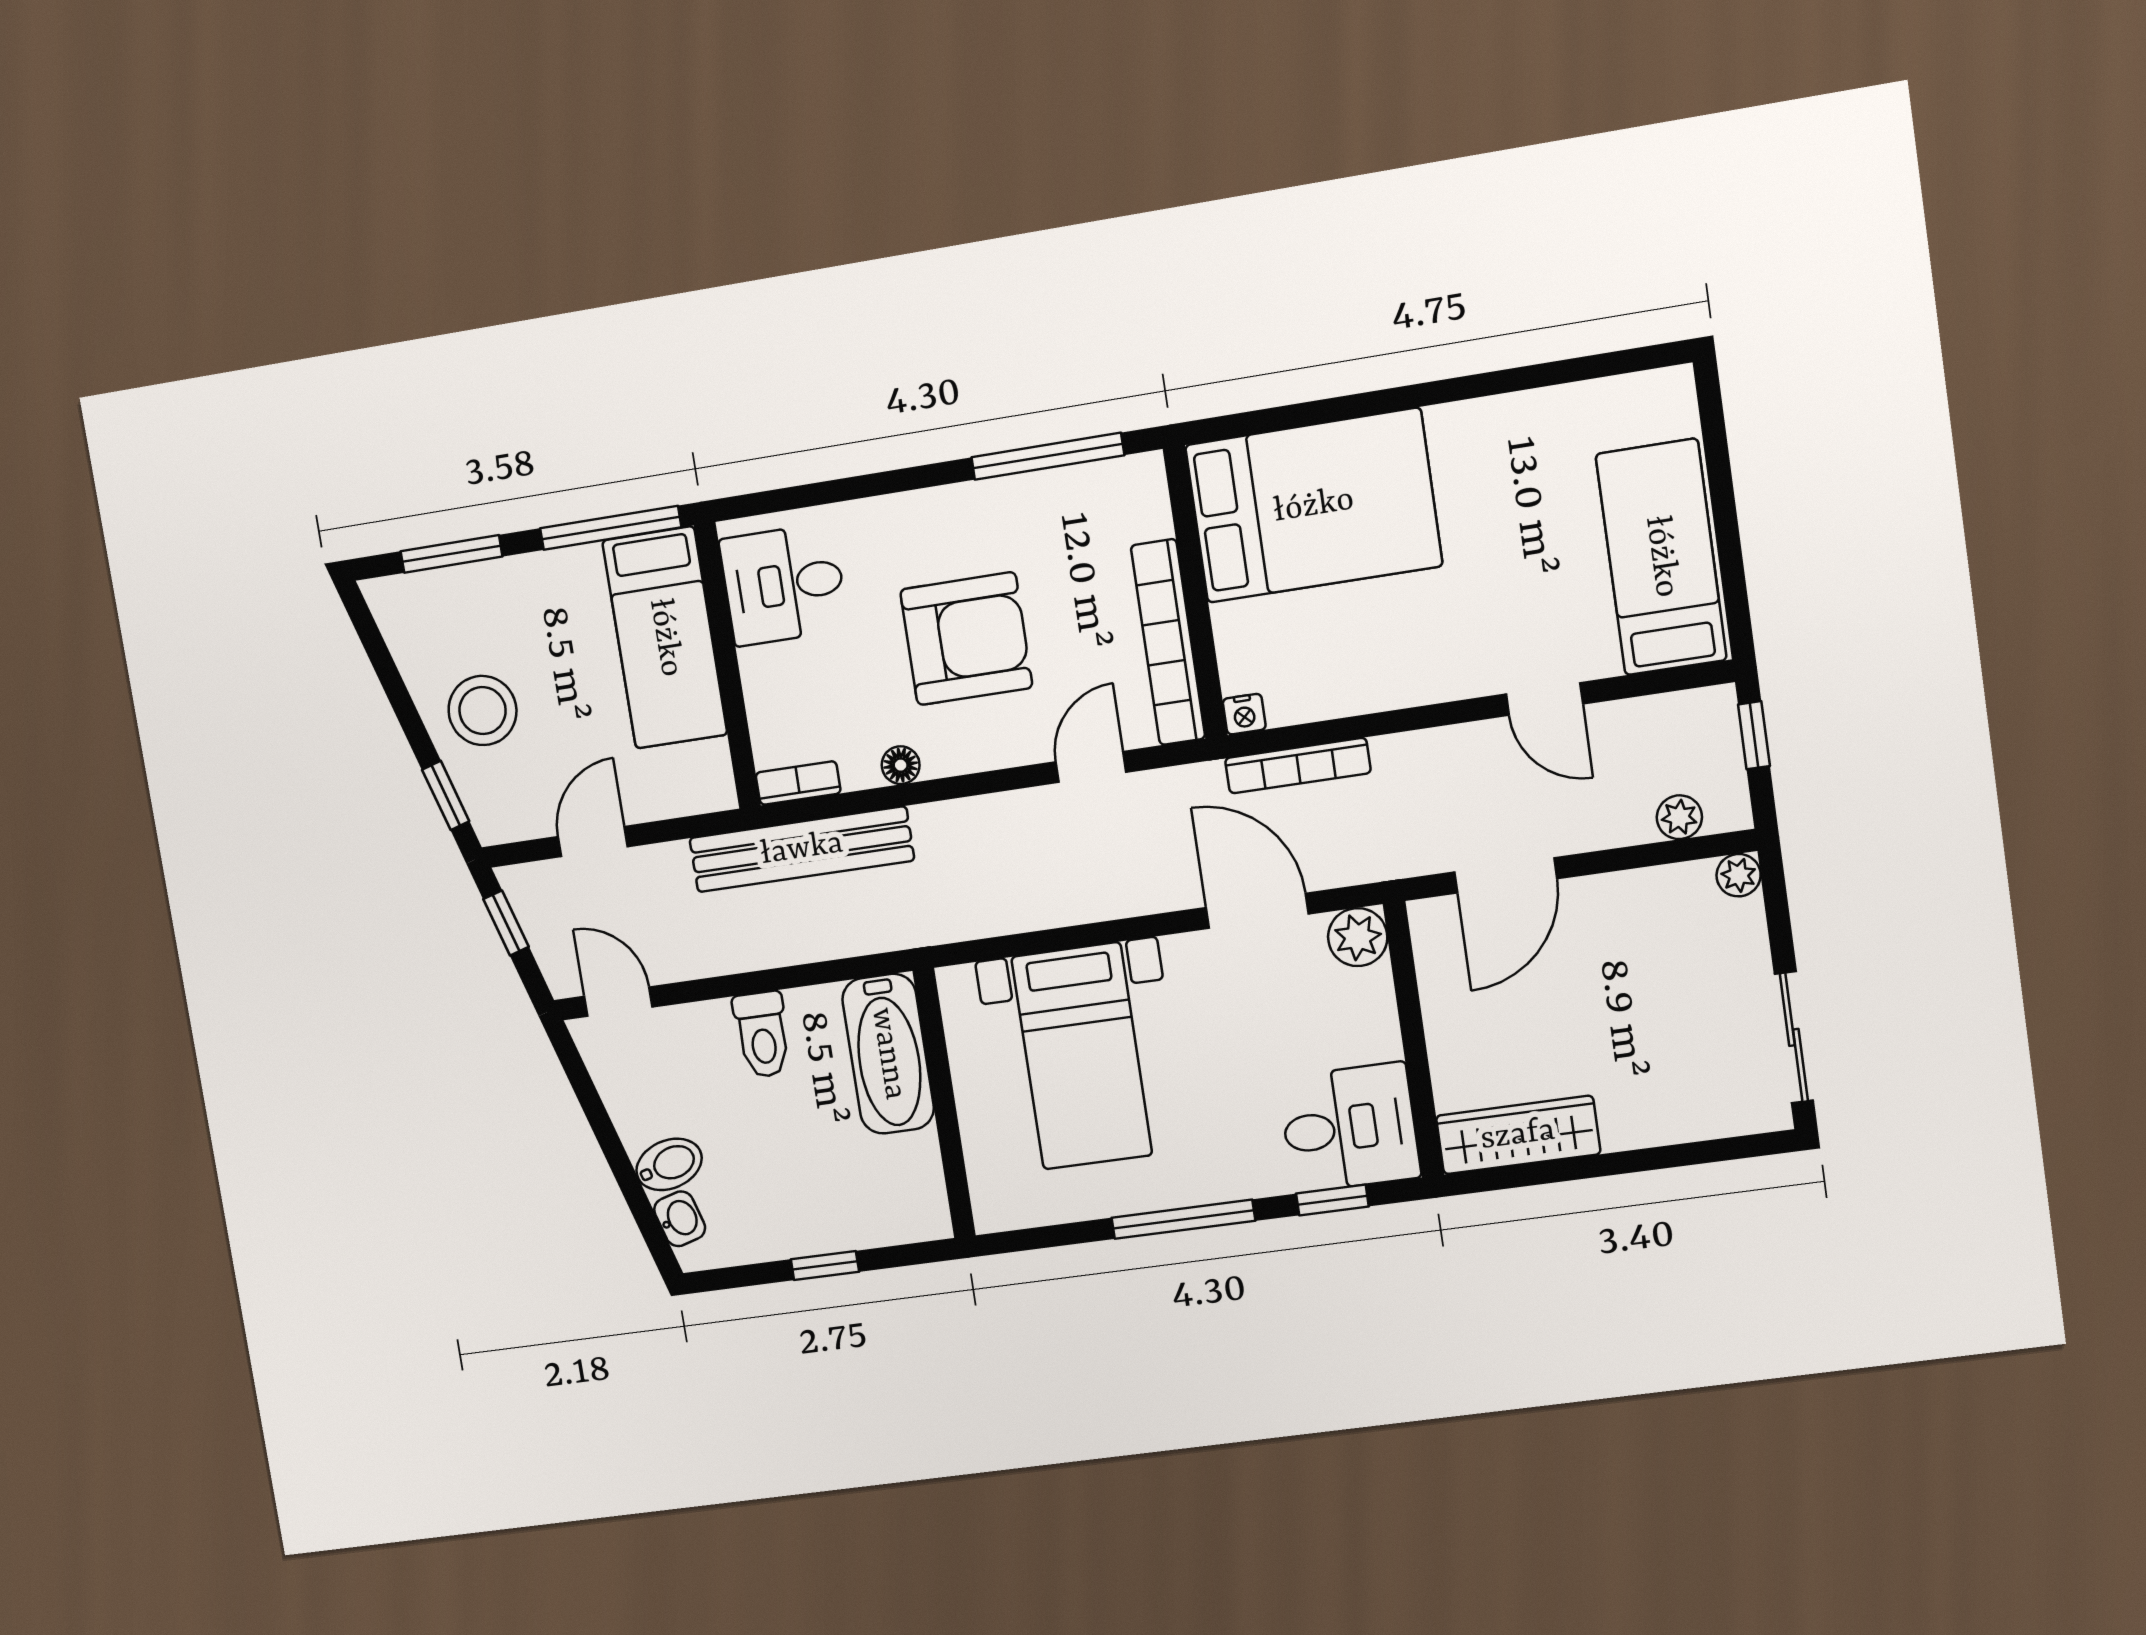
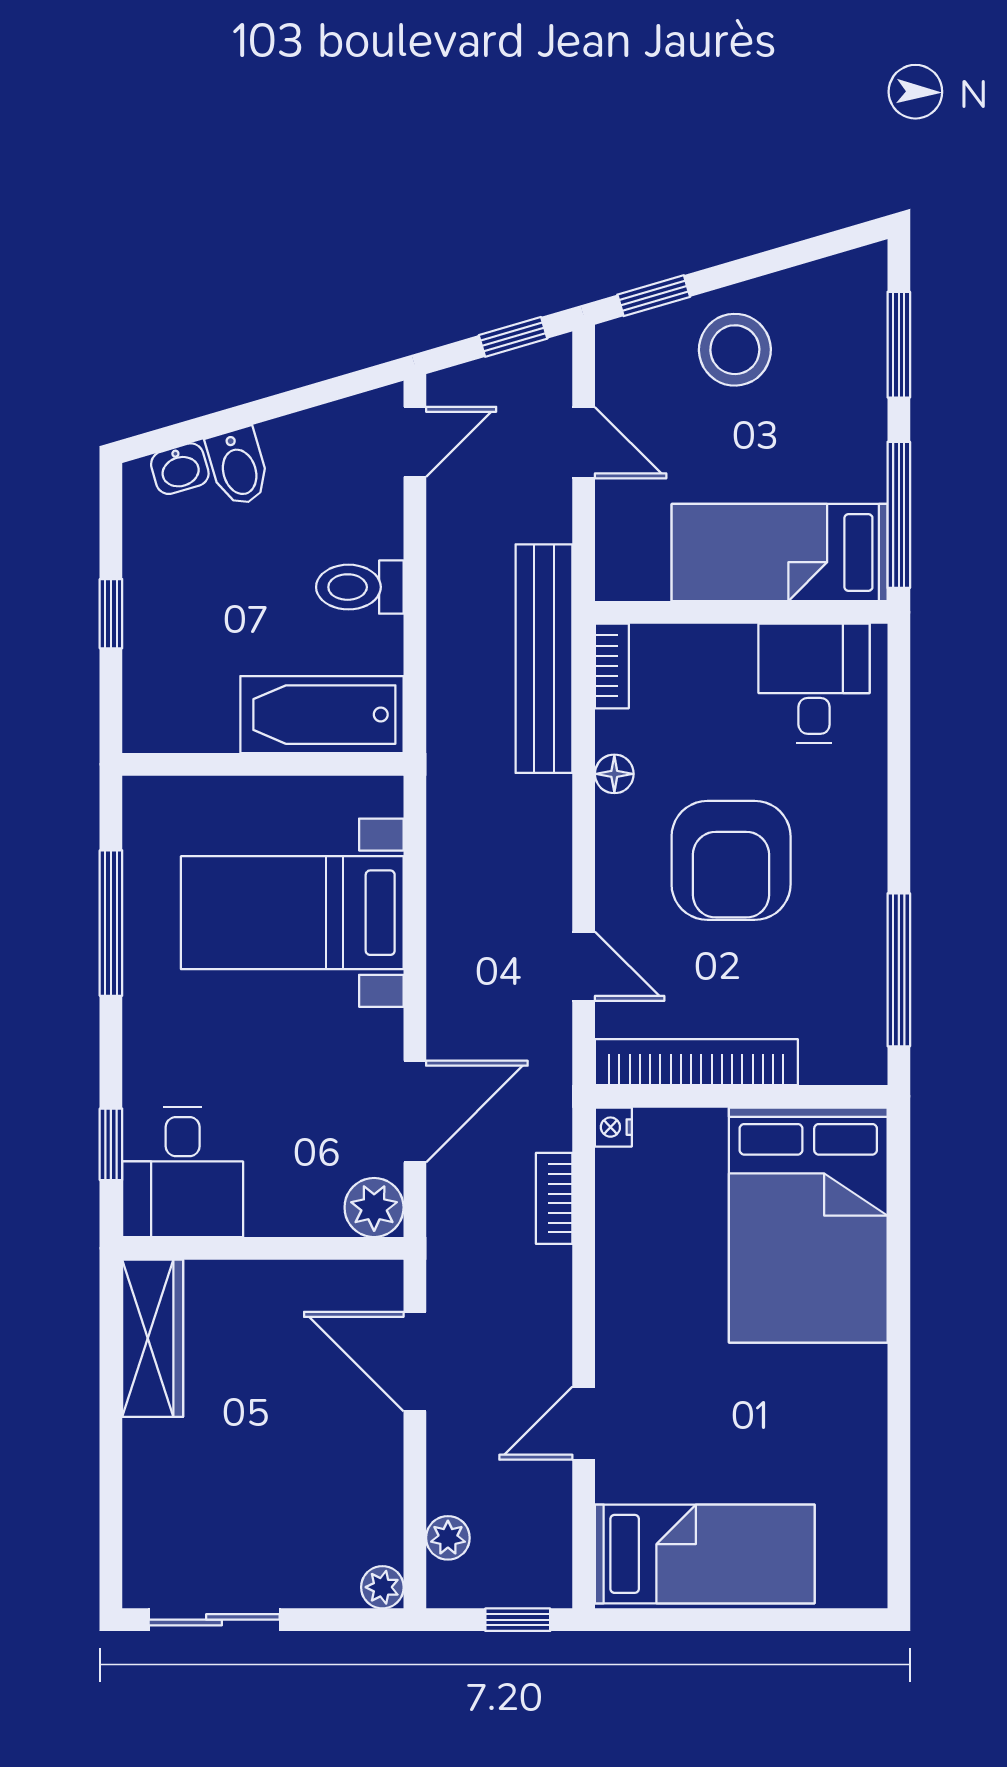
bookcase: (1298, 766) -> (554, 1198), width x0.64
window: (1183, 1219) -> (111, 923), moved

